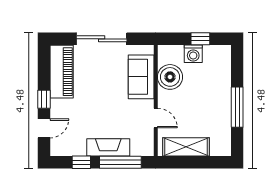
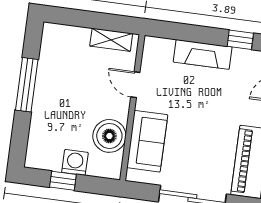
shelving: (186, 147) -> (111, 40), width x0.67, depth x0.75
window: (120, 162) -> (189, 33), removed

